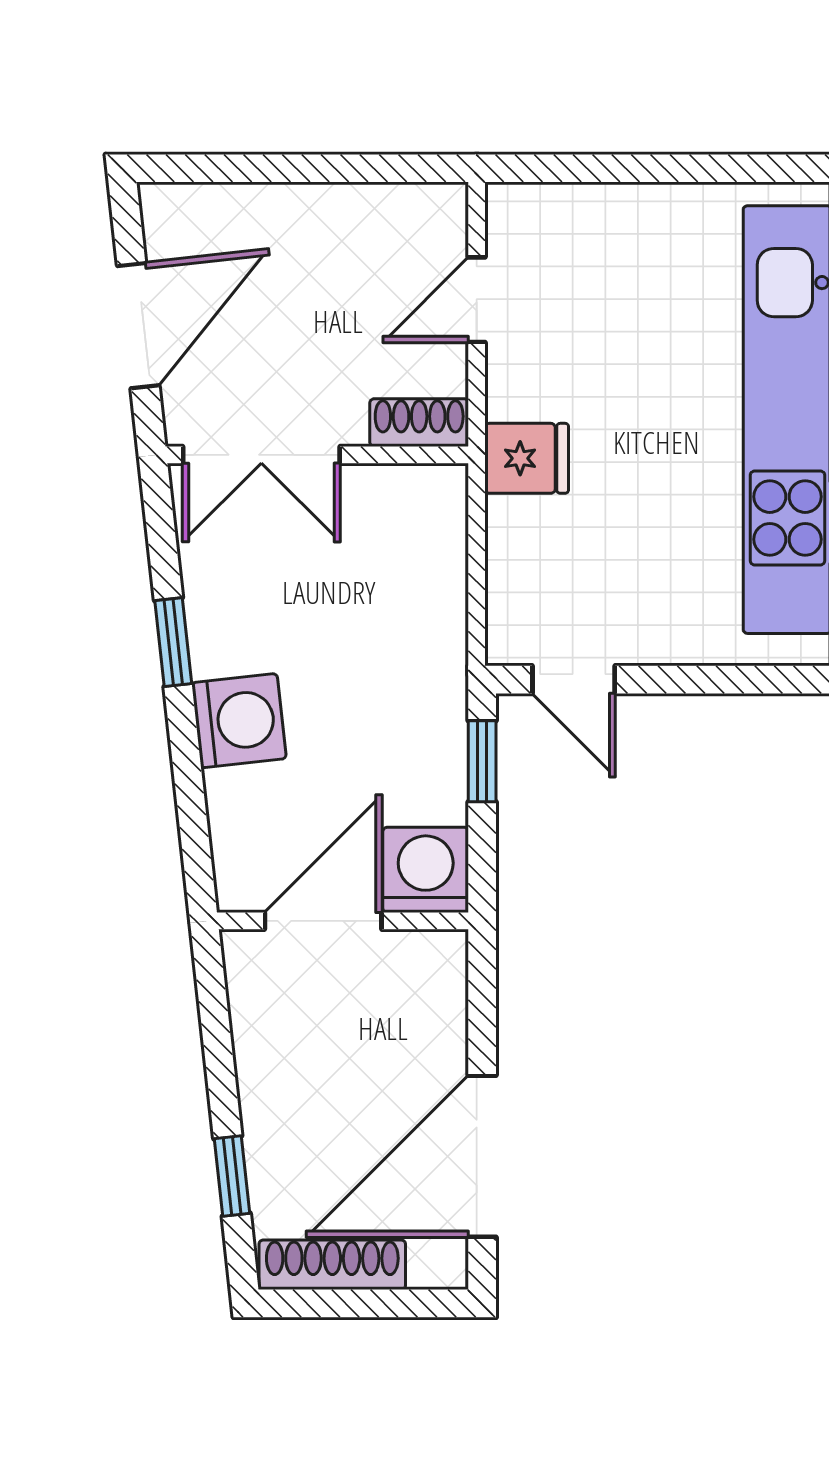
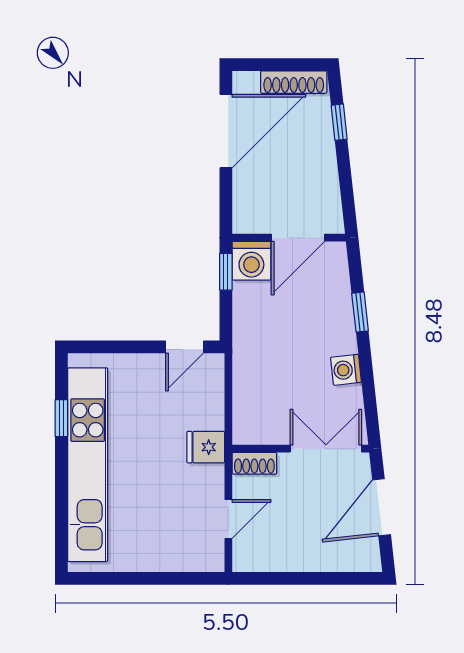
window: (173, 642) -> (360, 312), moved
door: (574, 680) -> (184, 347), swing flipped
washing machine: (239, 721) -> (346, 370), moved, width x0.73, depth x0.73
window: (482, 761) -> (226, 272), moved

